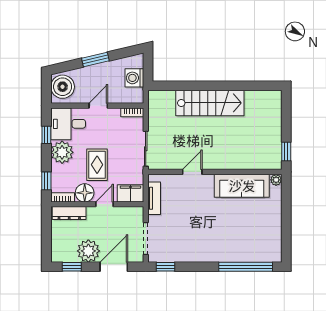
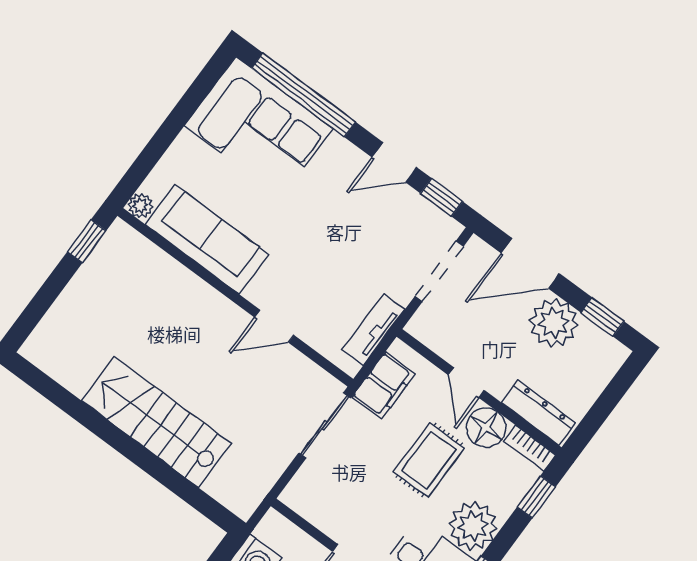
bookcase: (132, 112) -> (301, 505), removed
filing cabinet: (130, 193) -> (384, 385), moved, turned -90
door: (104, 204) -> (466, 383), hinge flipped
corner sofa: (254, 242) -> (259, 127), added
door: (193, 267) -> (394, 162), added

